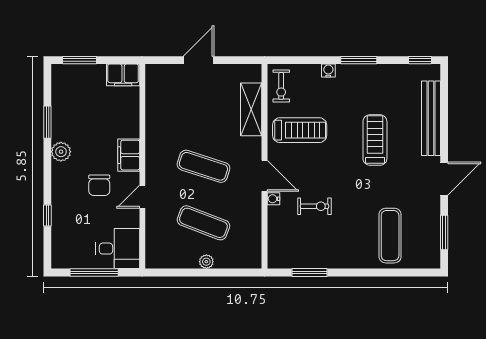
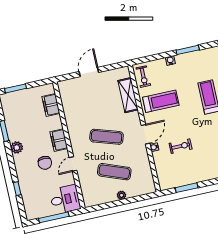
filing cabinet: (123, 75) -> (51, 105), moved, turned 90
door: (265, 176) -> (146, 134), hinge flipped

